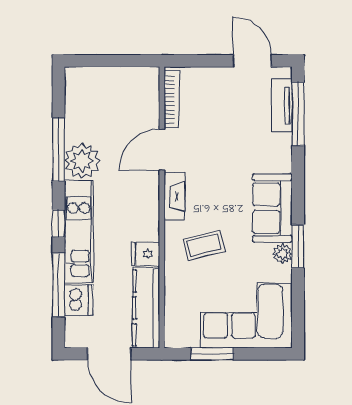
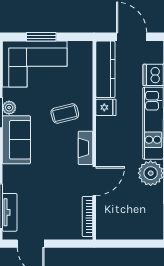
window: (212, 354) -> (41, 37), moved

